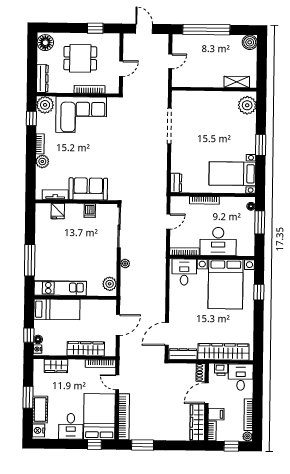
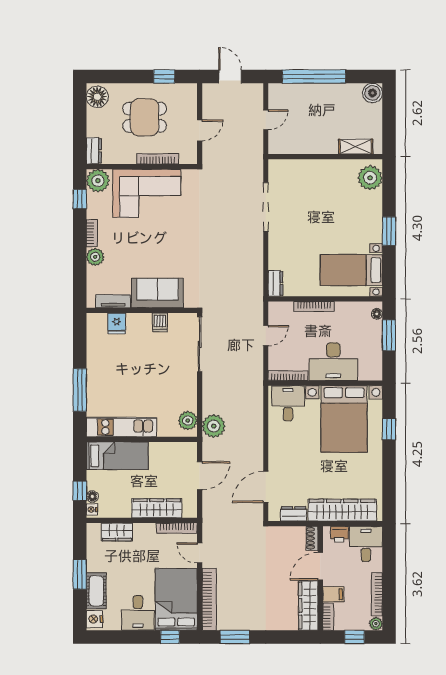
dresser: (42, 78) -> (94, 151), width x0.70
plant: (125, 264) -> (214, 426), moved, width x1.87, depth x1.87
dresser: (183, 354) -> (294, 514), width x0.70

